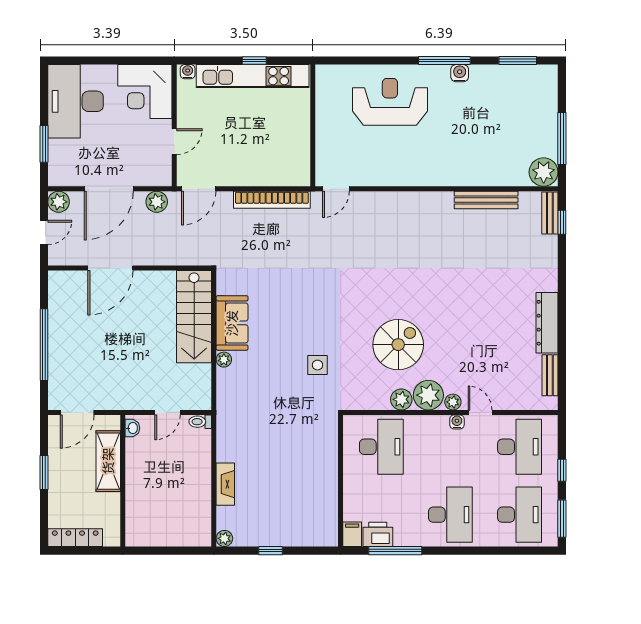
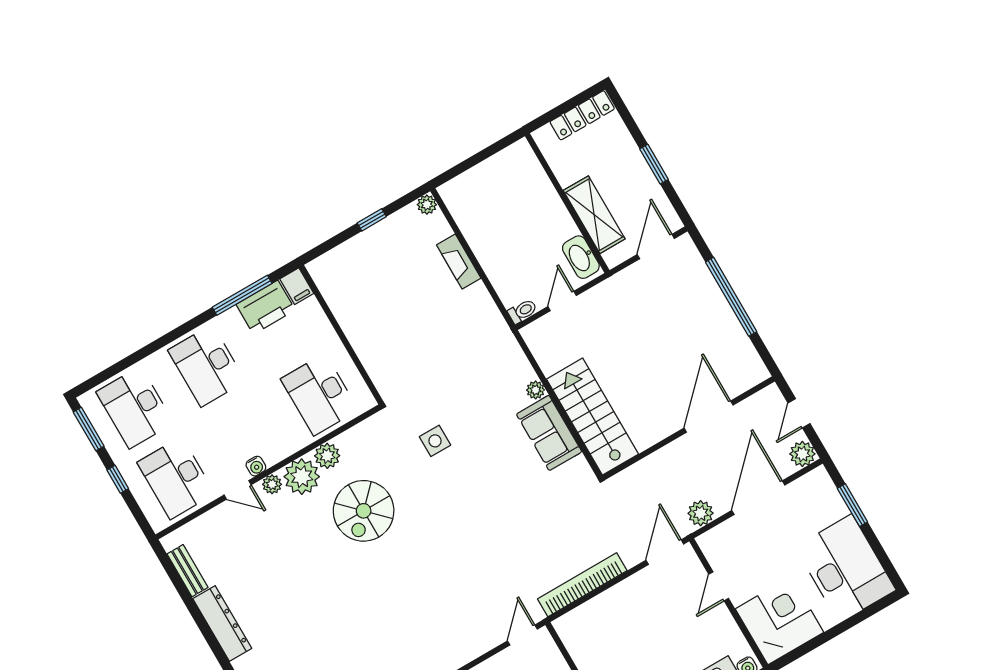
washbasin: (132, 428) -> (581, 257), width x1.91, depth x1.45
printer: (378, 534) -> (266, 307), width x1.37, depth x1.19

